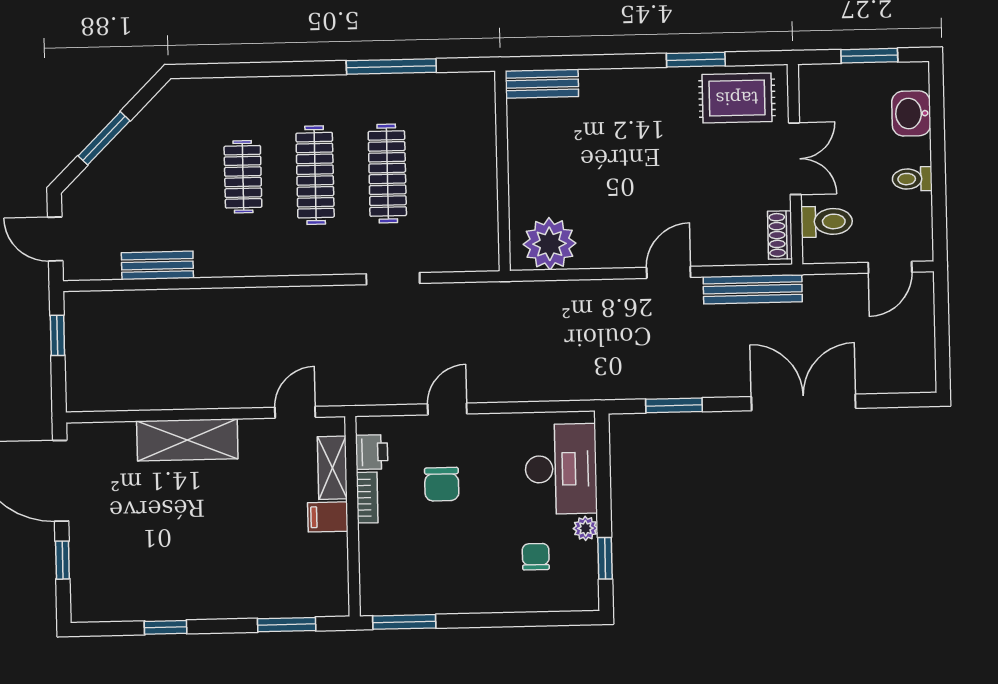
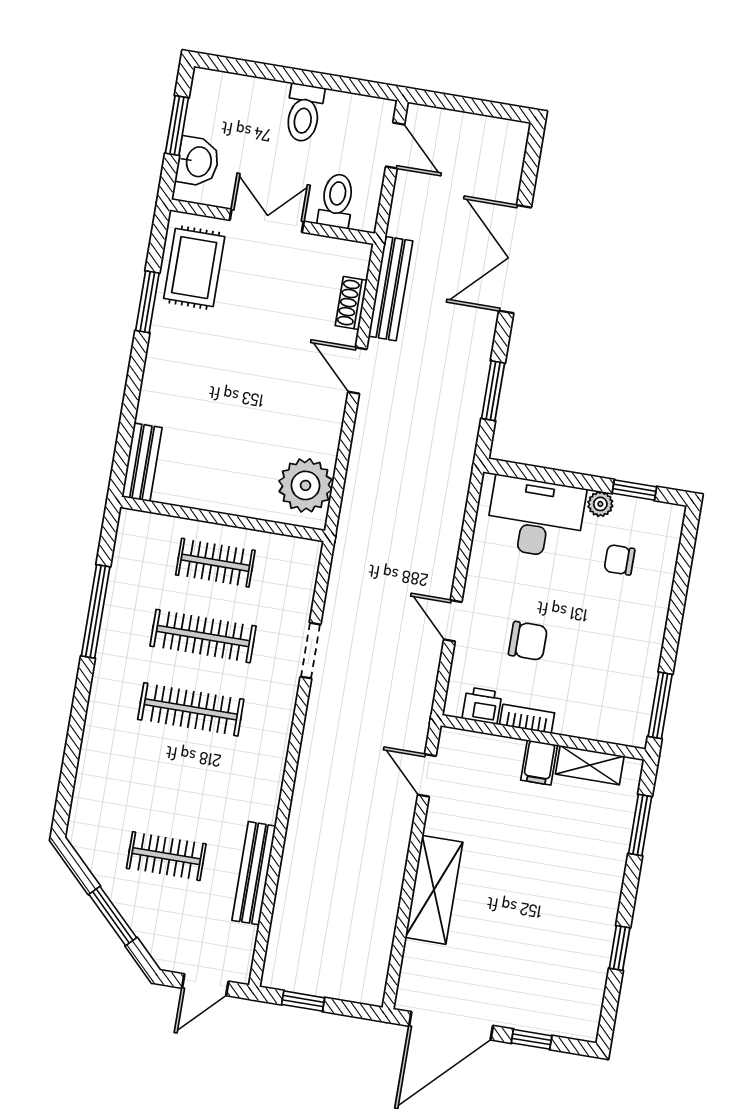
washbasin: (911, 113) -> (198, 162), moved, turned -90
clothes rail: (459, 172) -> (215, 563), added
clothes rail: (243, 177) -> (166, 856), moved
toilet: (912, 179) -> (304, 113), width x1.37, depth x1.39
shoe rack: (780, 235) -> (351, 303), moved, turned 90
bench: (157, 265) -> (254, 873), width x1.36
shelving: (332, 468) -> (590, 765), moved

